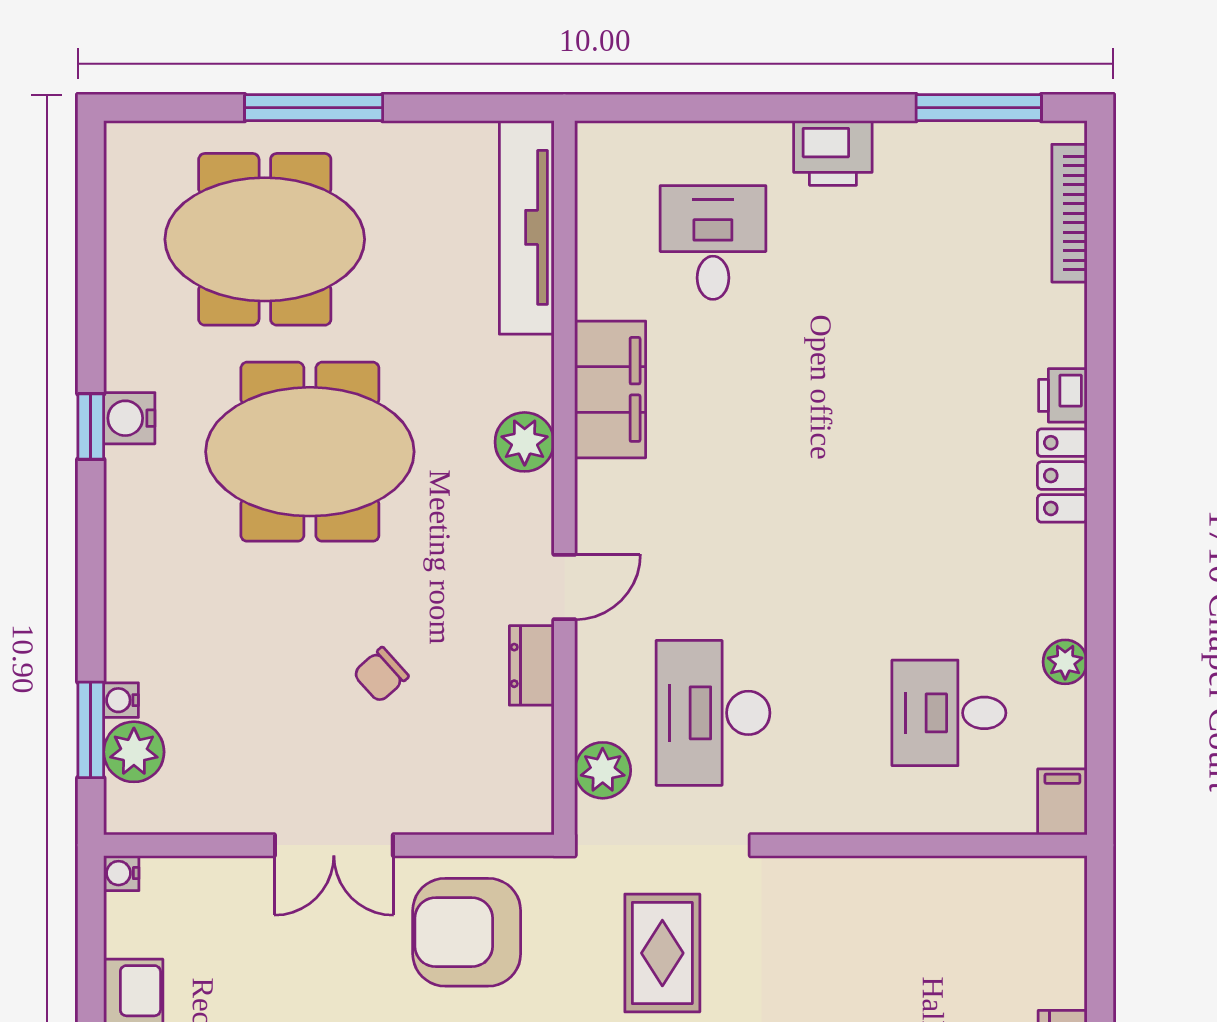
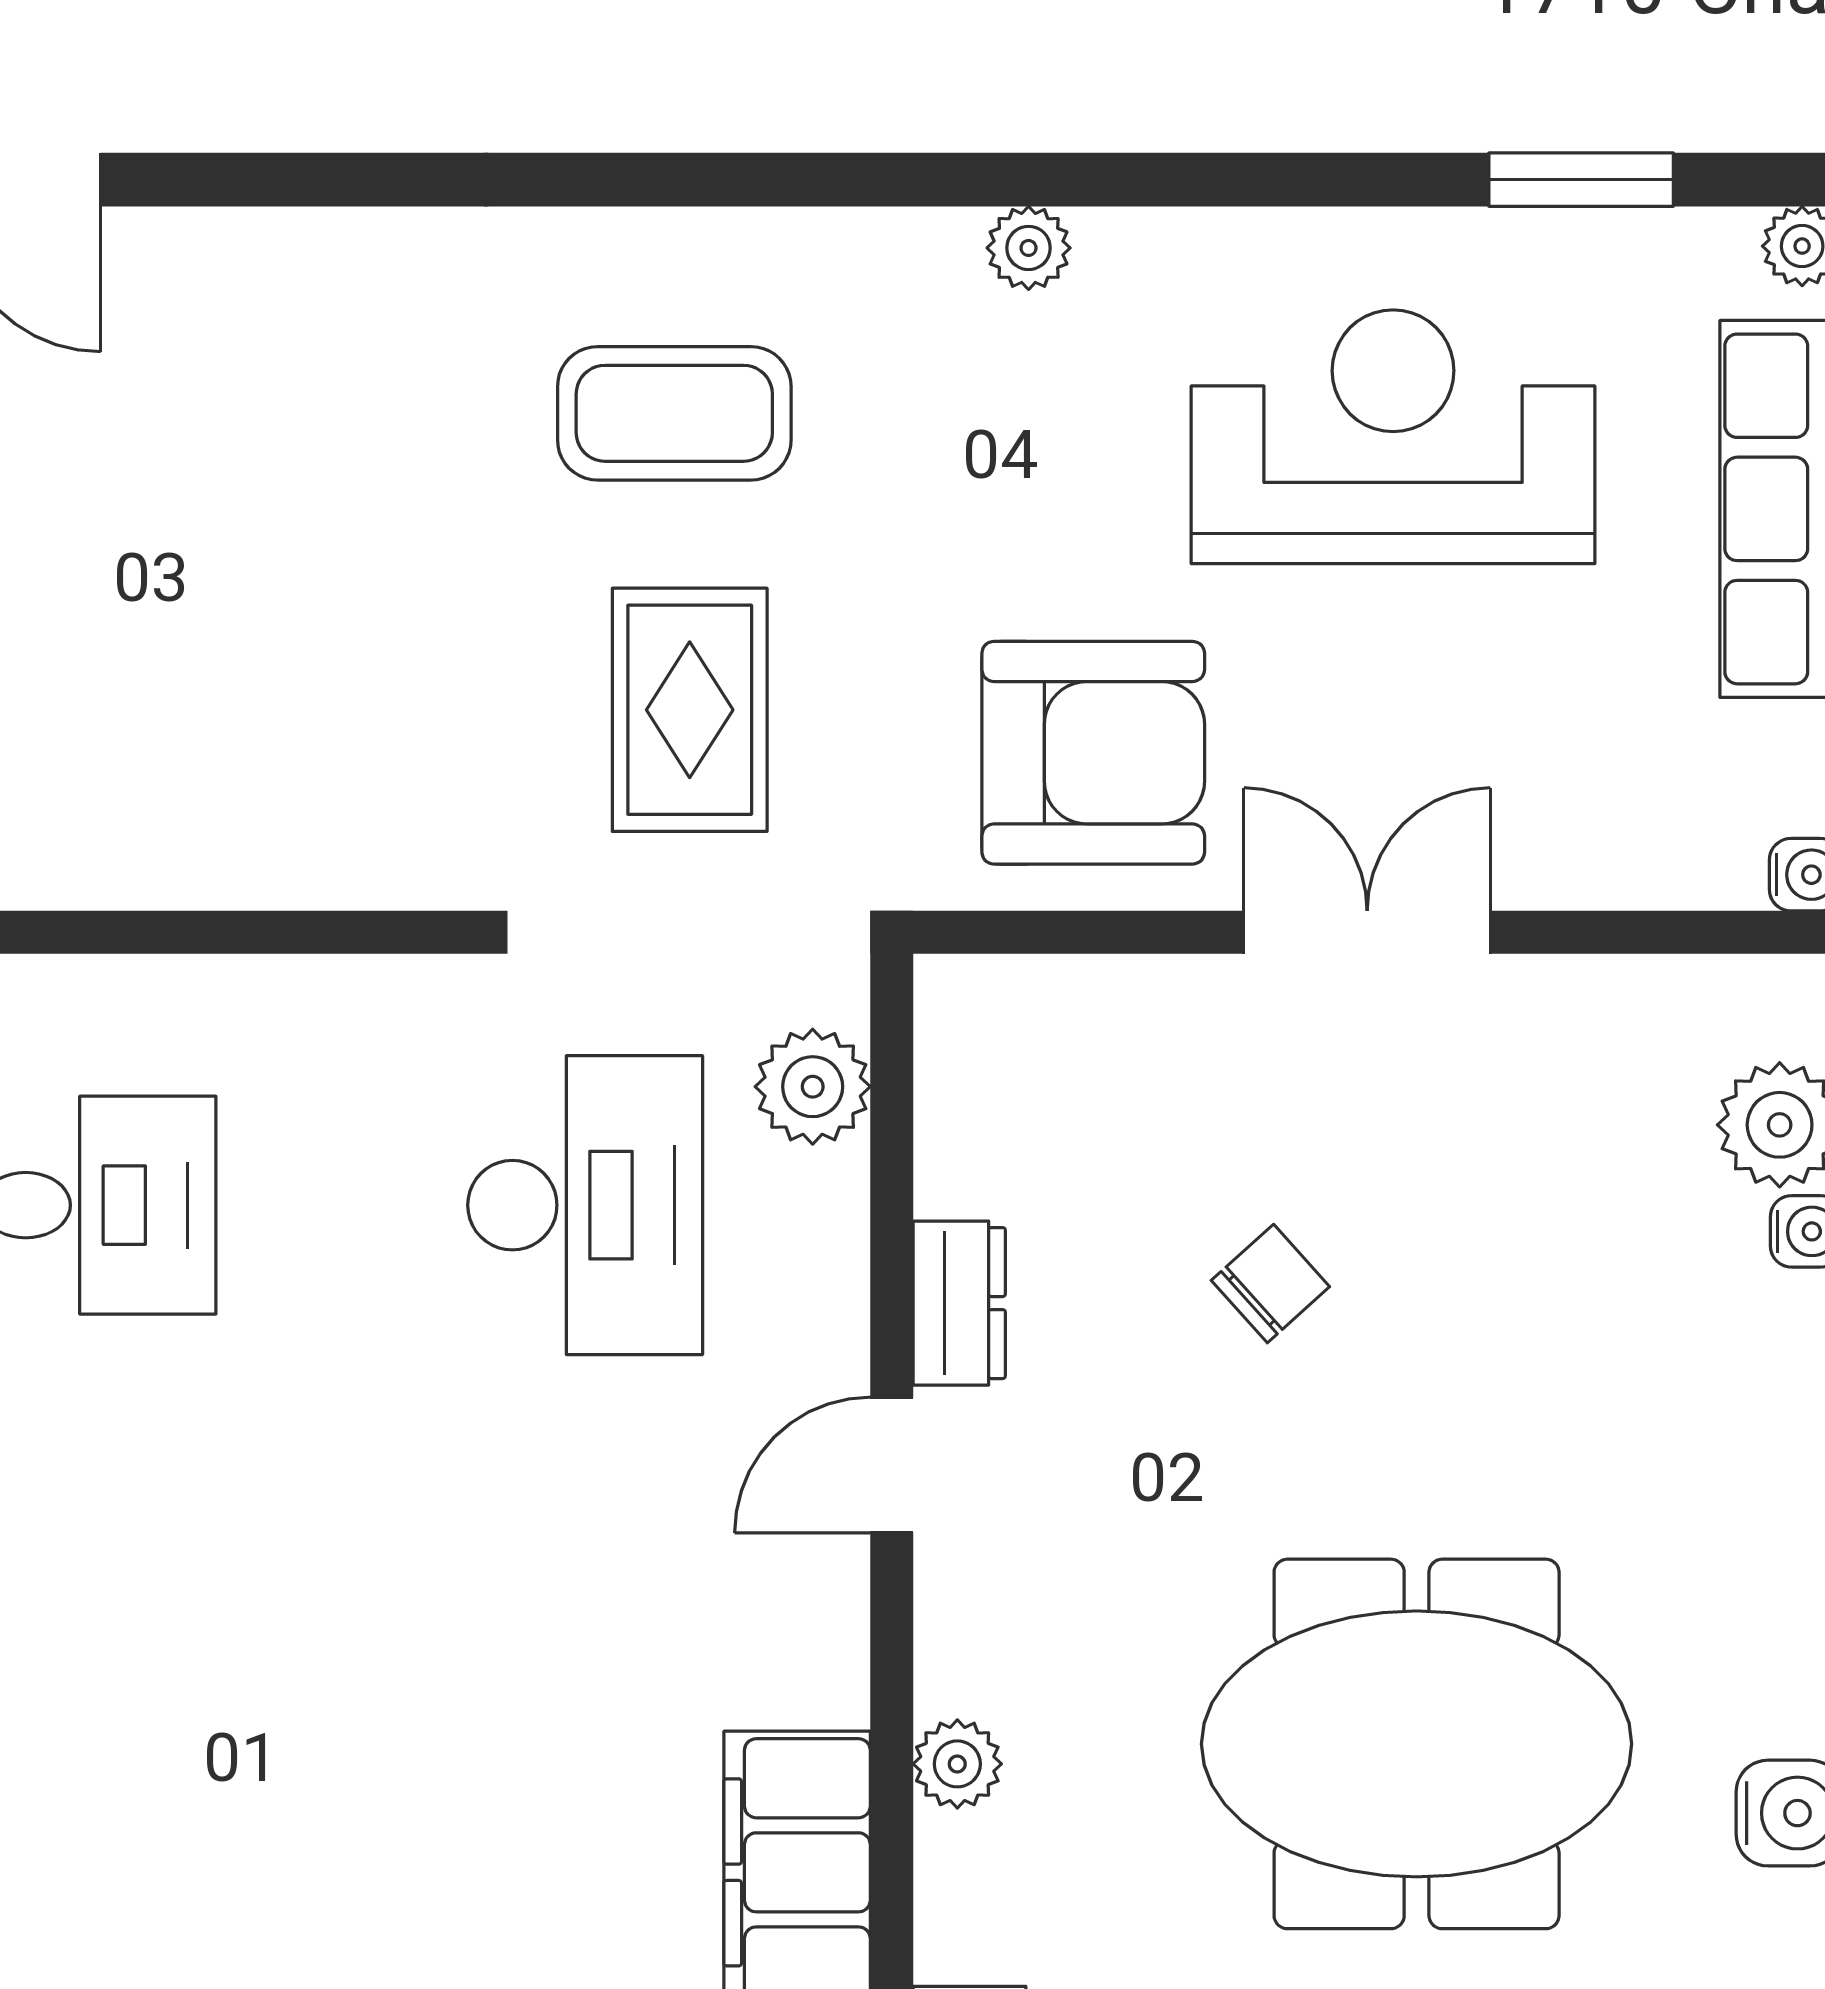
plant: (525, 442) -> (957, 1764), width x0.73, depth x0.73

